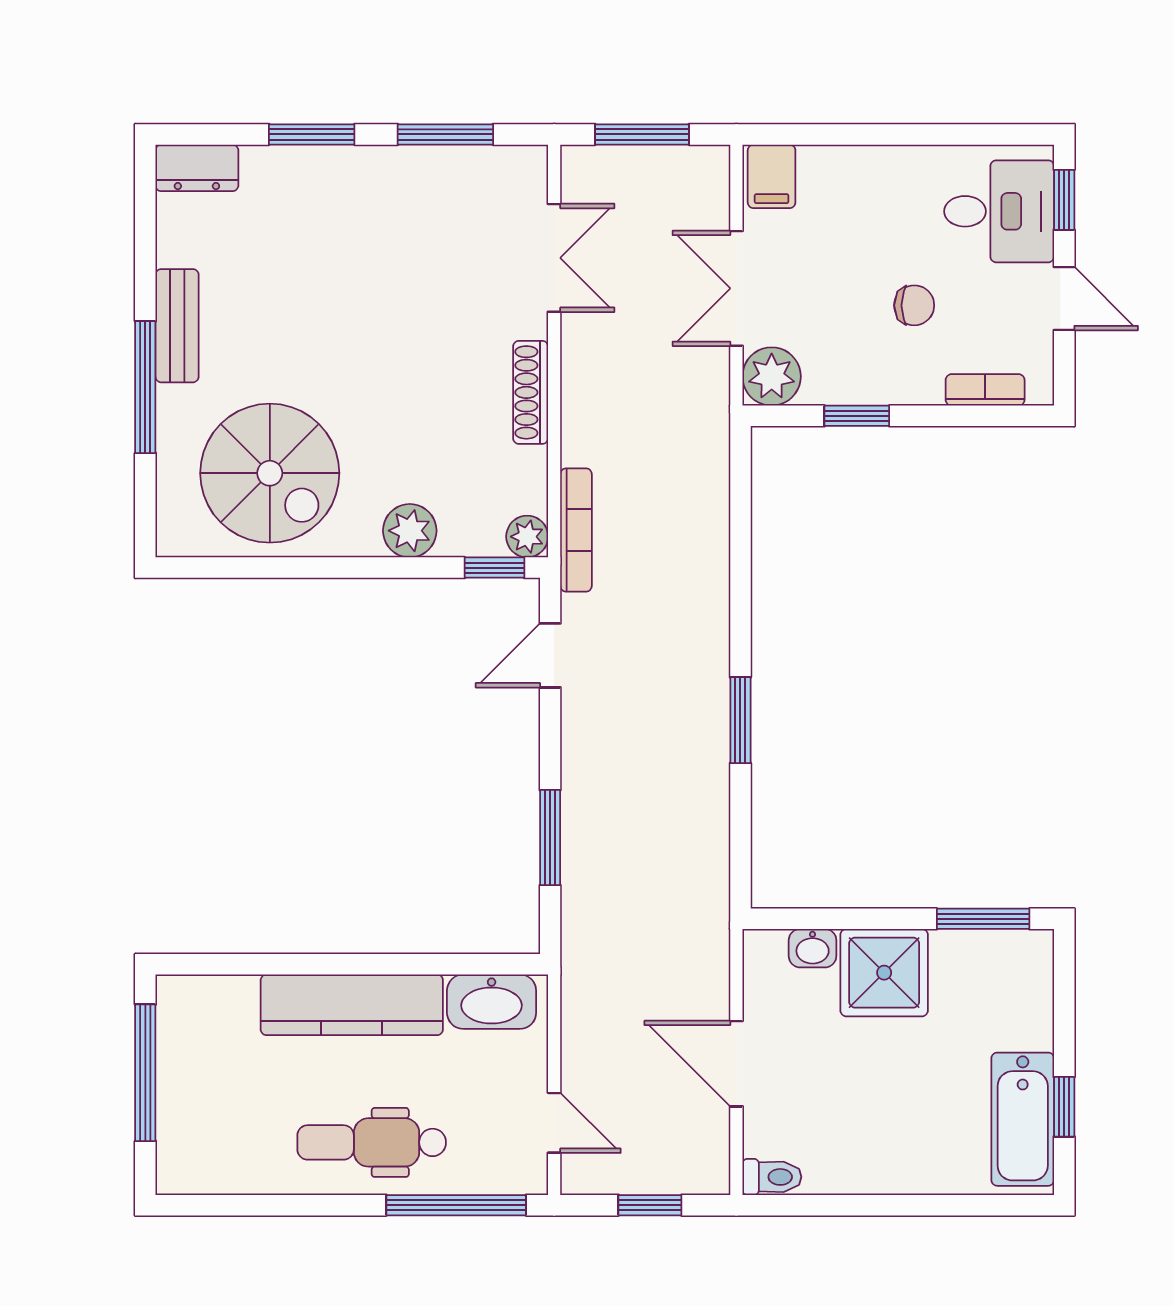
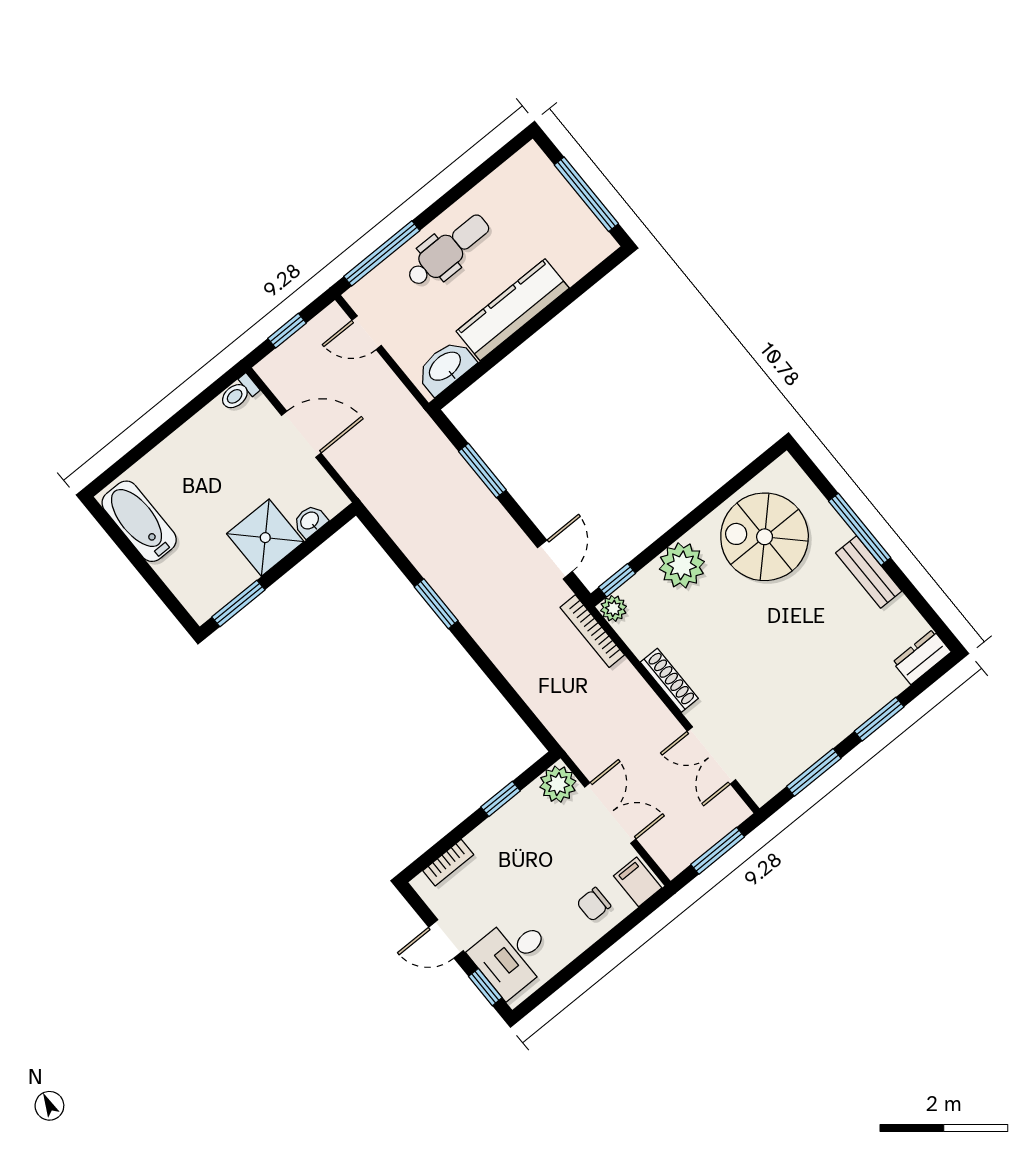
chair: (914, 305) -> (594, 904), moved
plant: (410, 531) -> (682, 565), width x1.36, depth x1.36
window: (1064, 1107) -> (124, 544), removed

